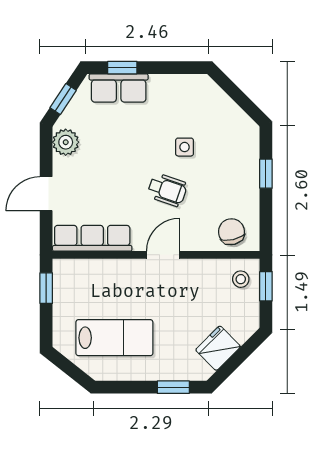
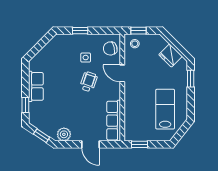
row of seats: (119, 88) -> (36, 86), moved
side table: (185, 147) -> (86, 58), moved
door: (163, 255) -> (122, 73), moved

